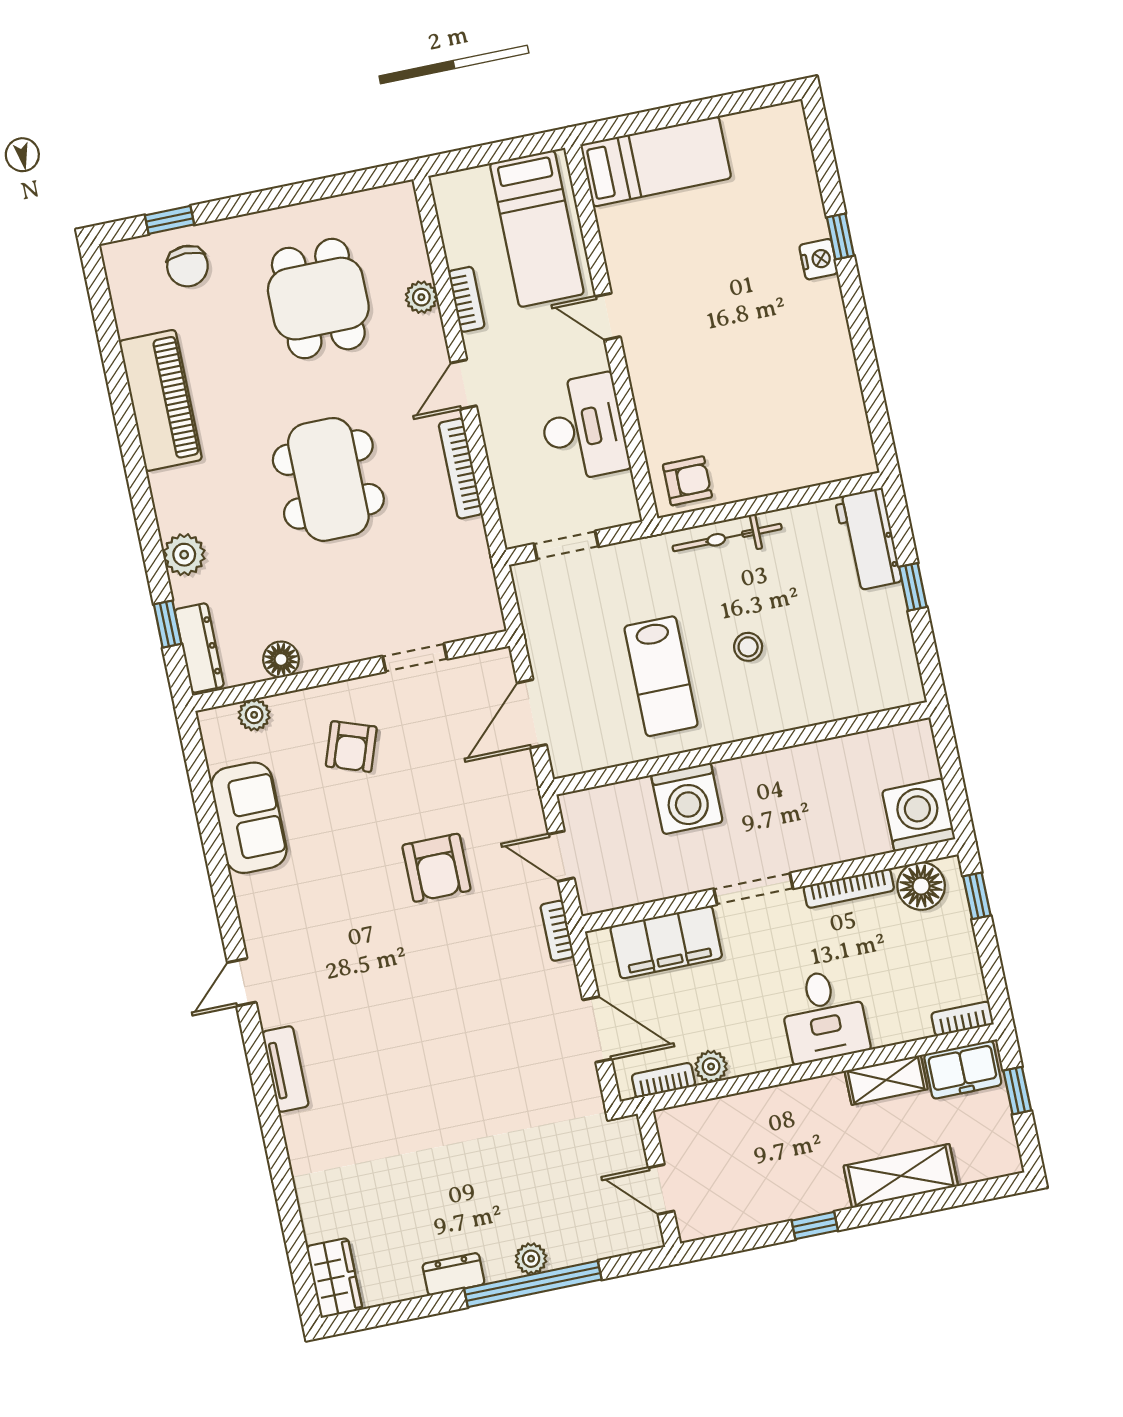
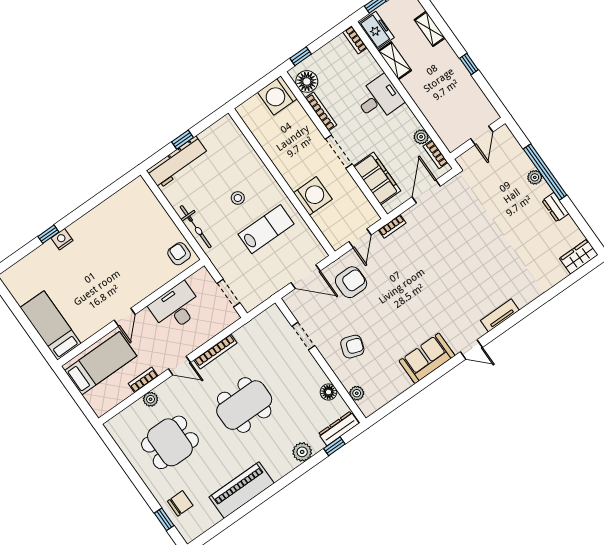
workbench: (868, 540) -> (178, 162), width x1.38
sofa: (249, 818) -> (427, 358), moved
armchair: (436, 868) -> (351, 282), moved
shelving: (901, 1176) -> (430, 29), width x0.67, depth x0.75

